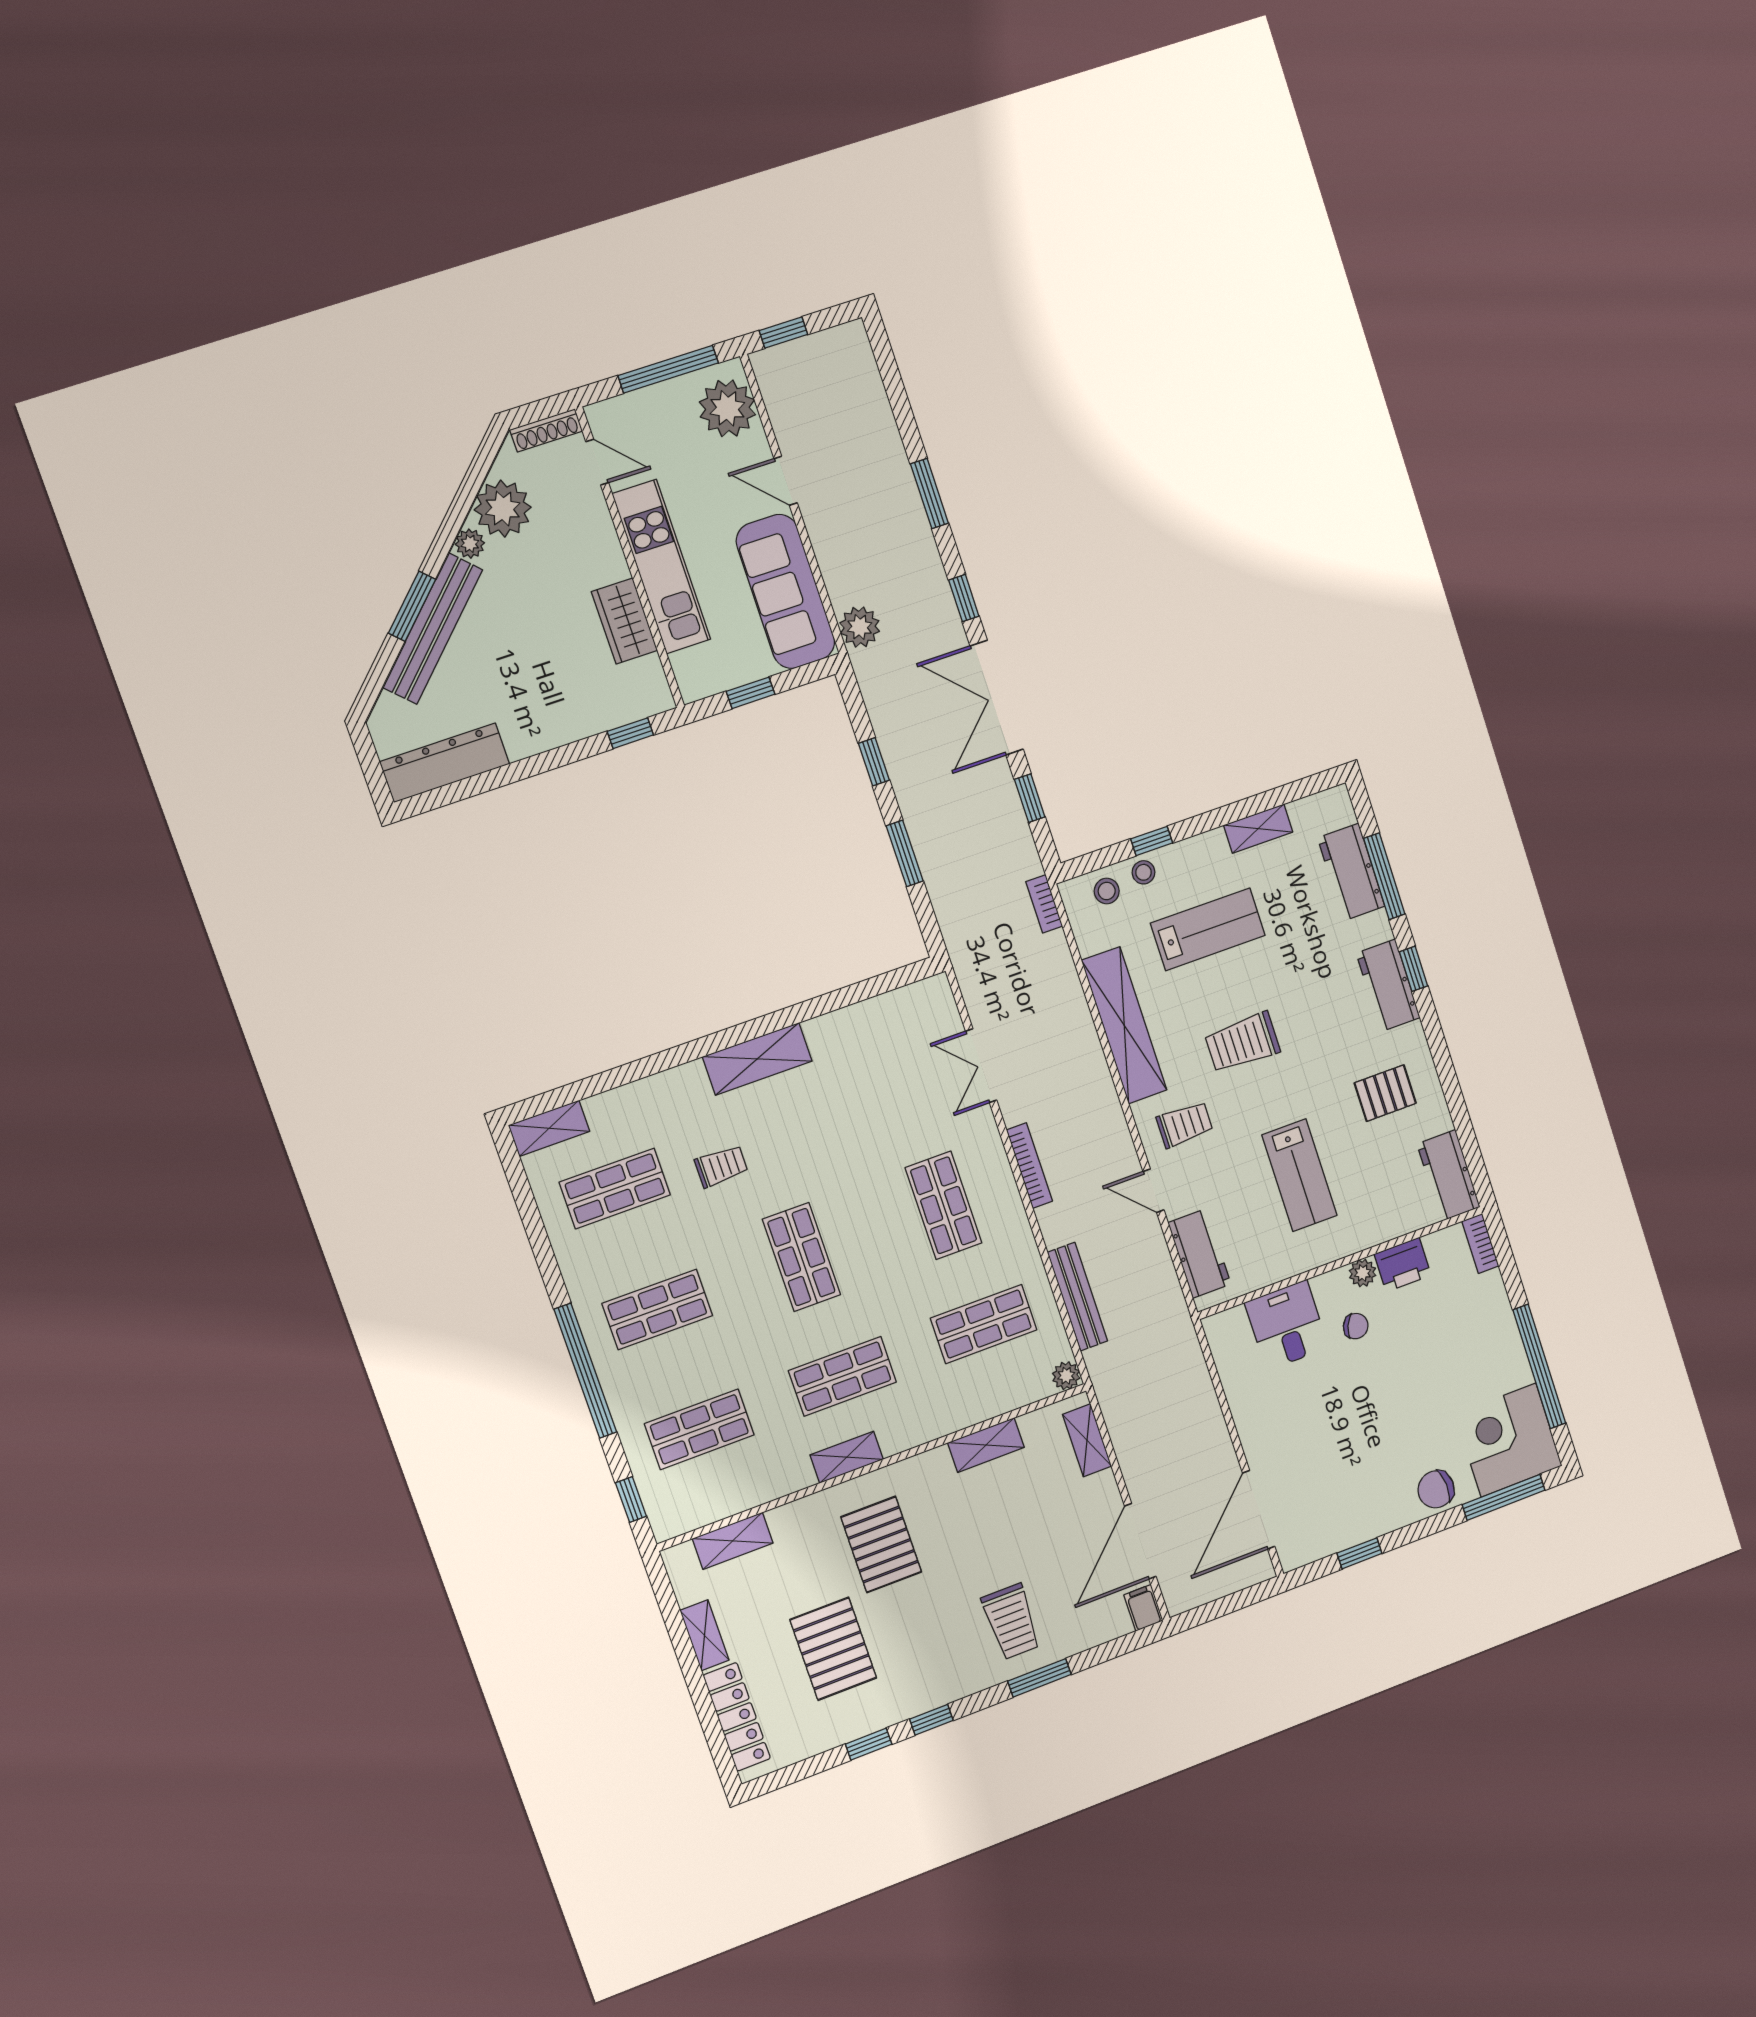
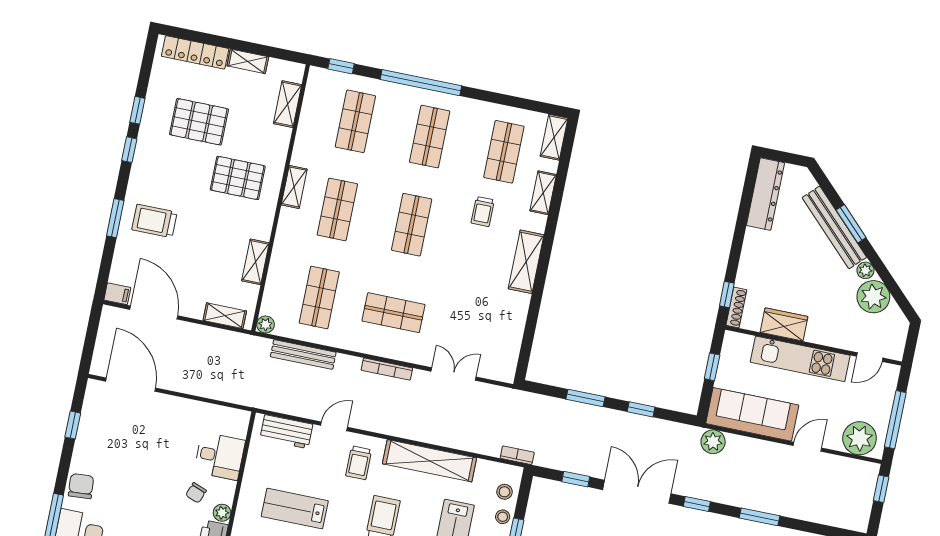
shoe rack: (546, 430) -> (736, 307), moved, turned 180
shelving: (641, 1095) -> (543, 193), added
shop shelf: (801, 1257) -> (412, 225), turned 90

